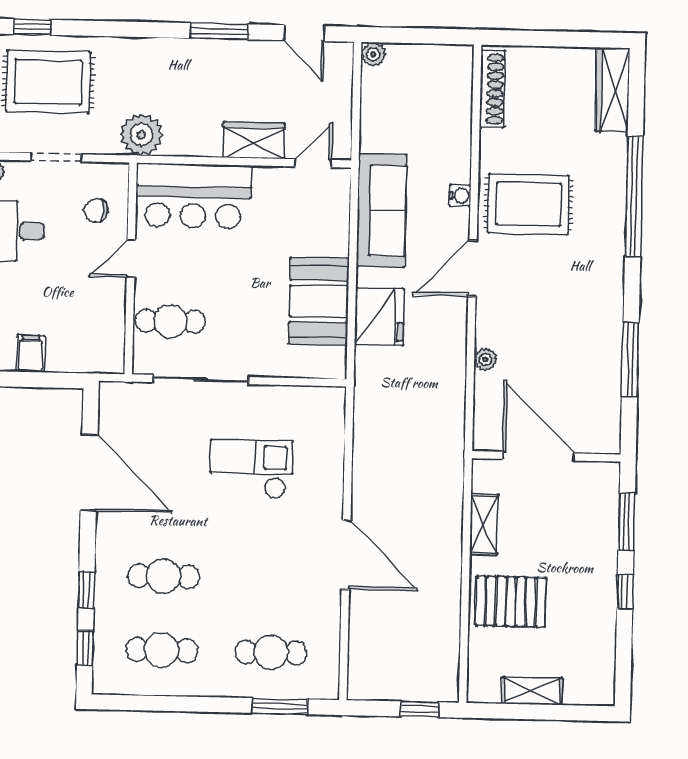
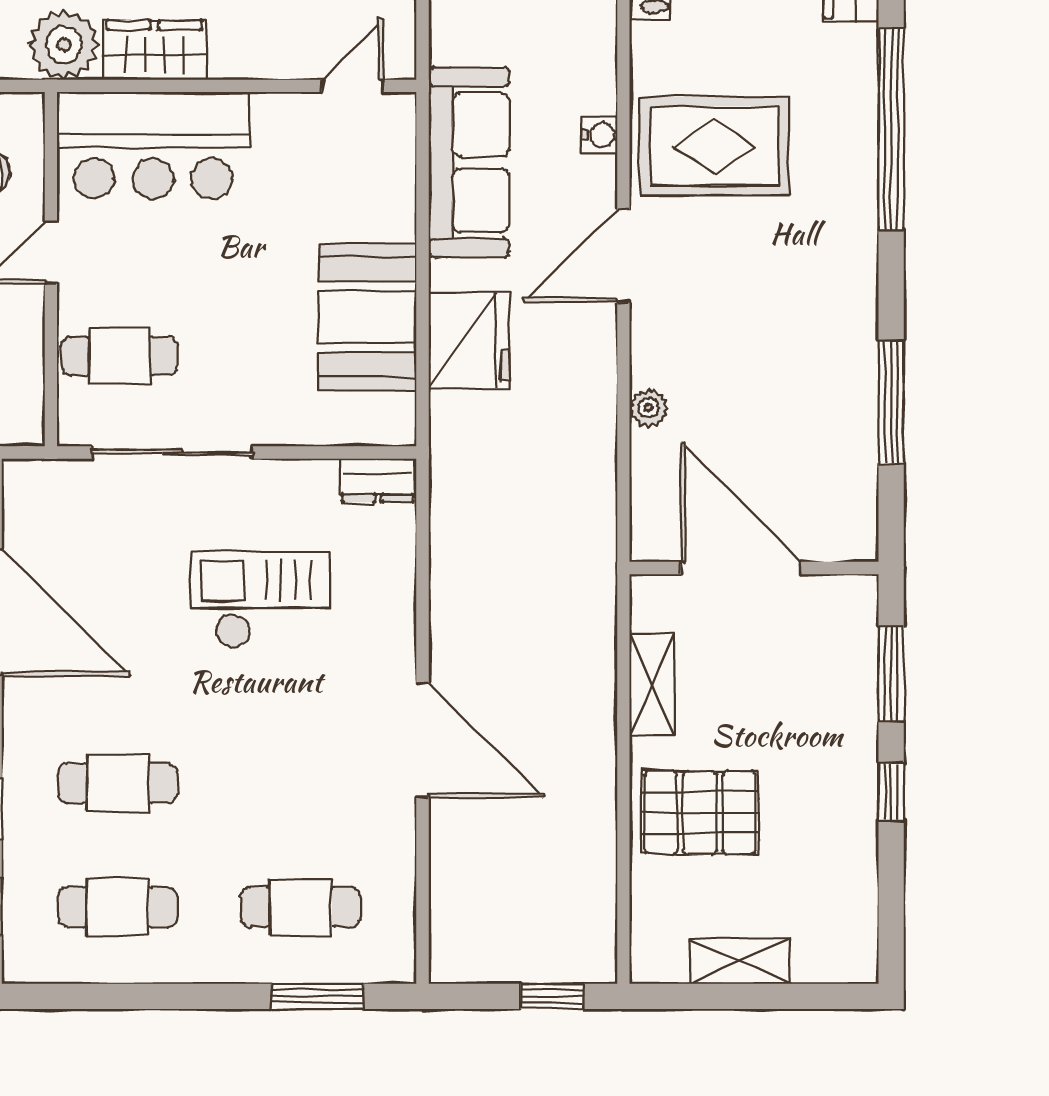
wardrobe: (254, 140) -> (154, 50), moved
dresser: (323, 399) -> (378, 480), added

